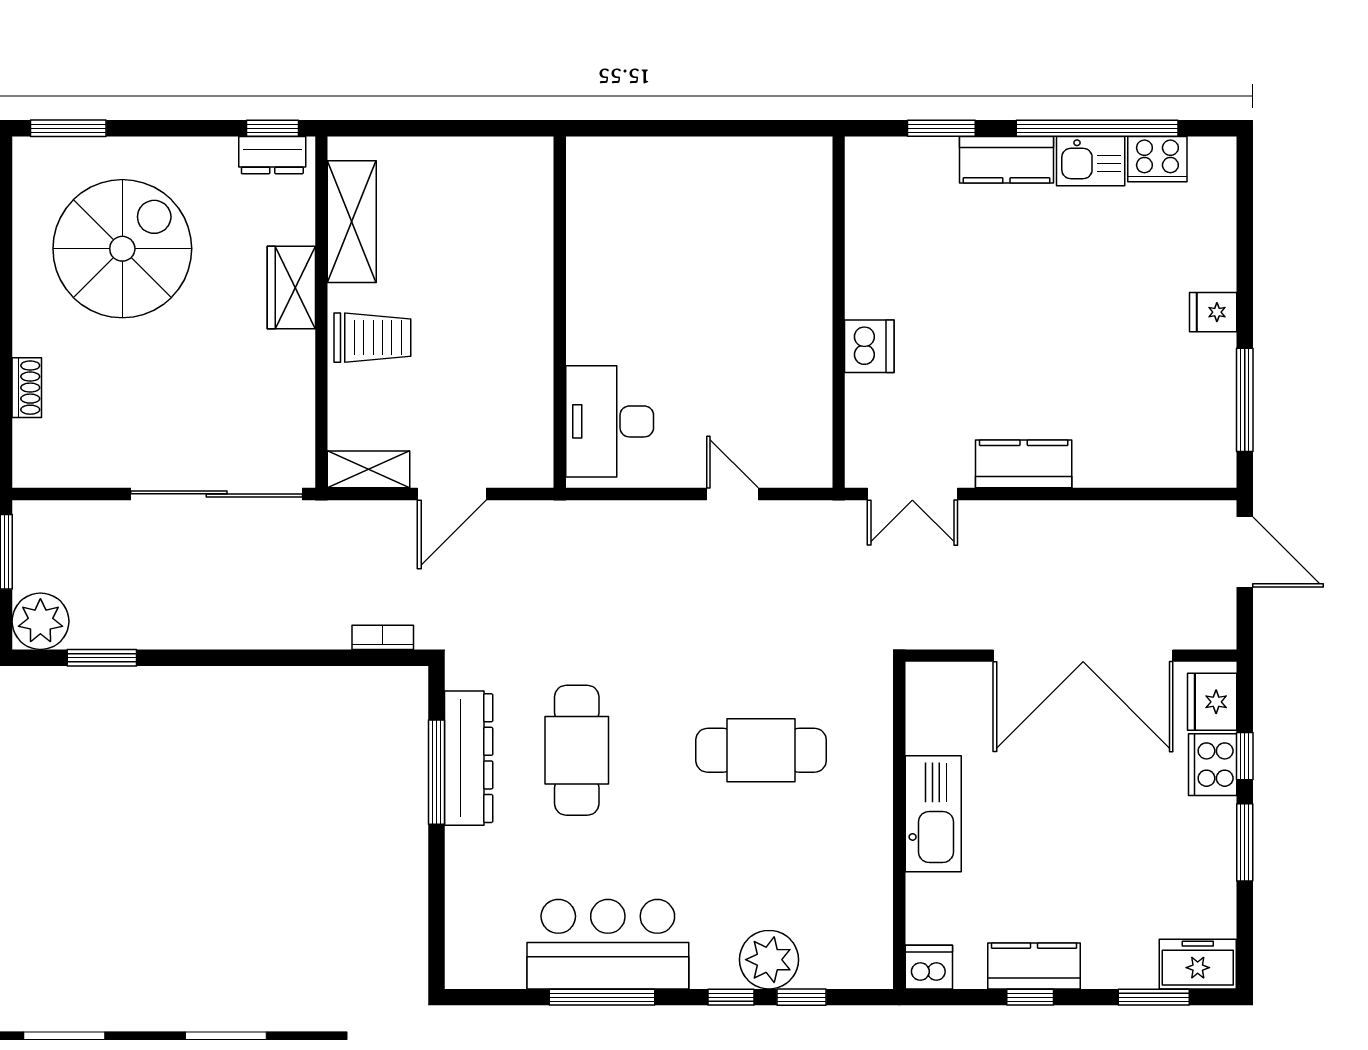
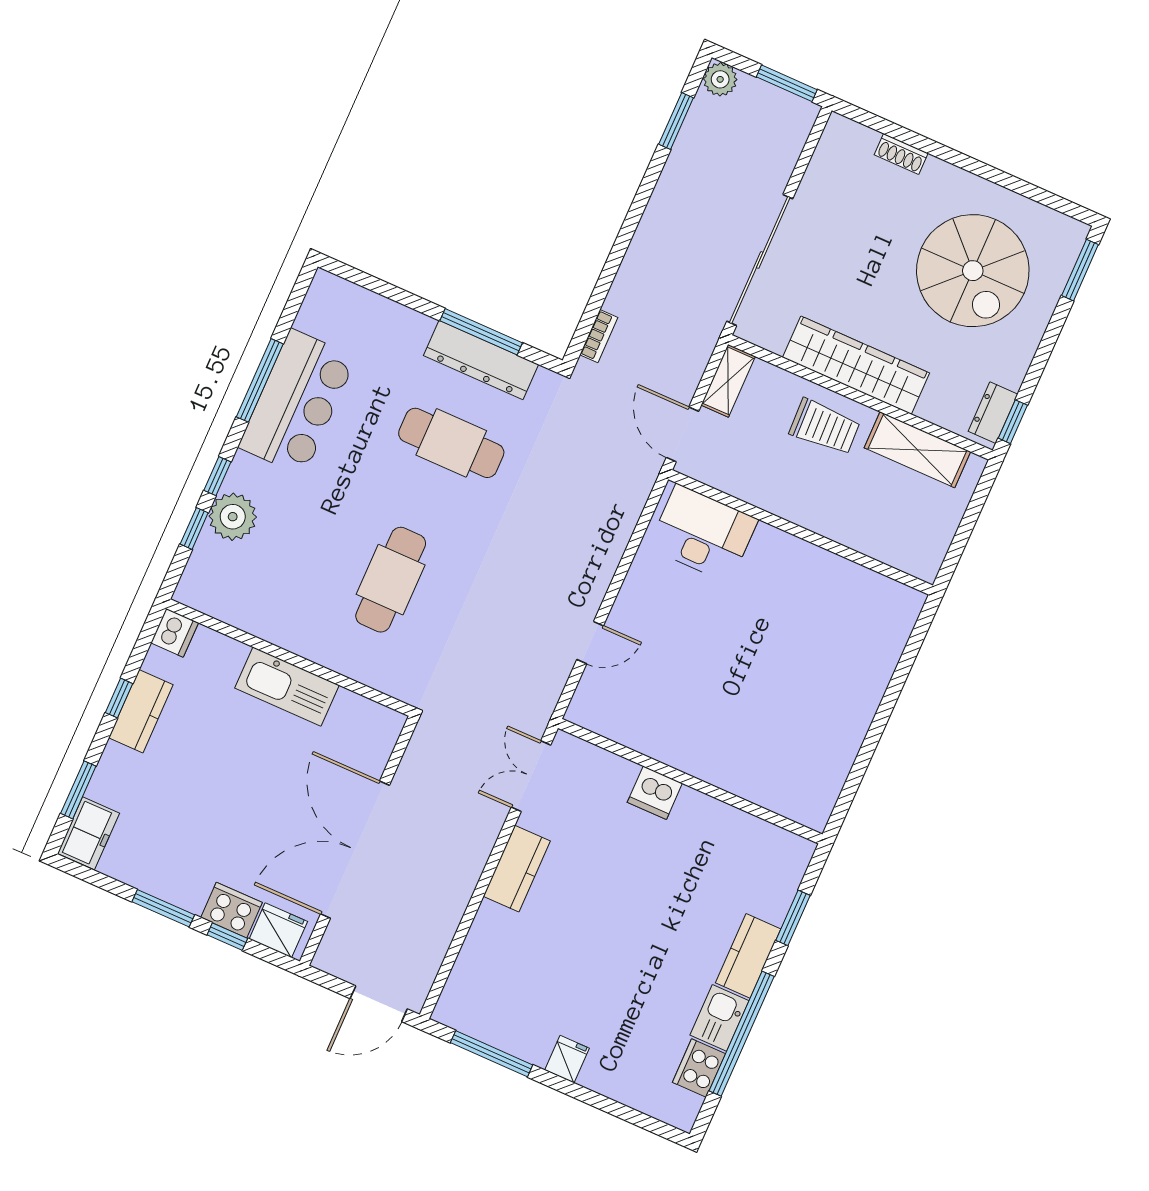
wardrobe: (291, 288) -> (856, 365), width x2.10, depth x1.17
wall: (560, 312) -> (801, 532), moved
trolley: (372, 338) -> (825, 427), turned -92
desk: (610, 421) -> (703, 533), moved
plant: (40, 621) -> (720, 79), width x0.73, depth x0.73

